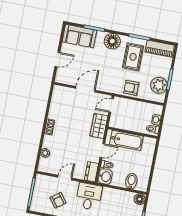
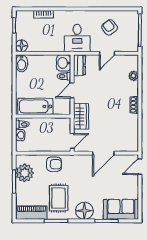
door: (57, 60) -> (140, 167), moved
bathtub: (126, 140) -> (35, 106), moved
bidet: (131, 181) -> (22, 63), moved

